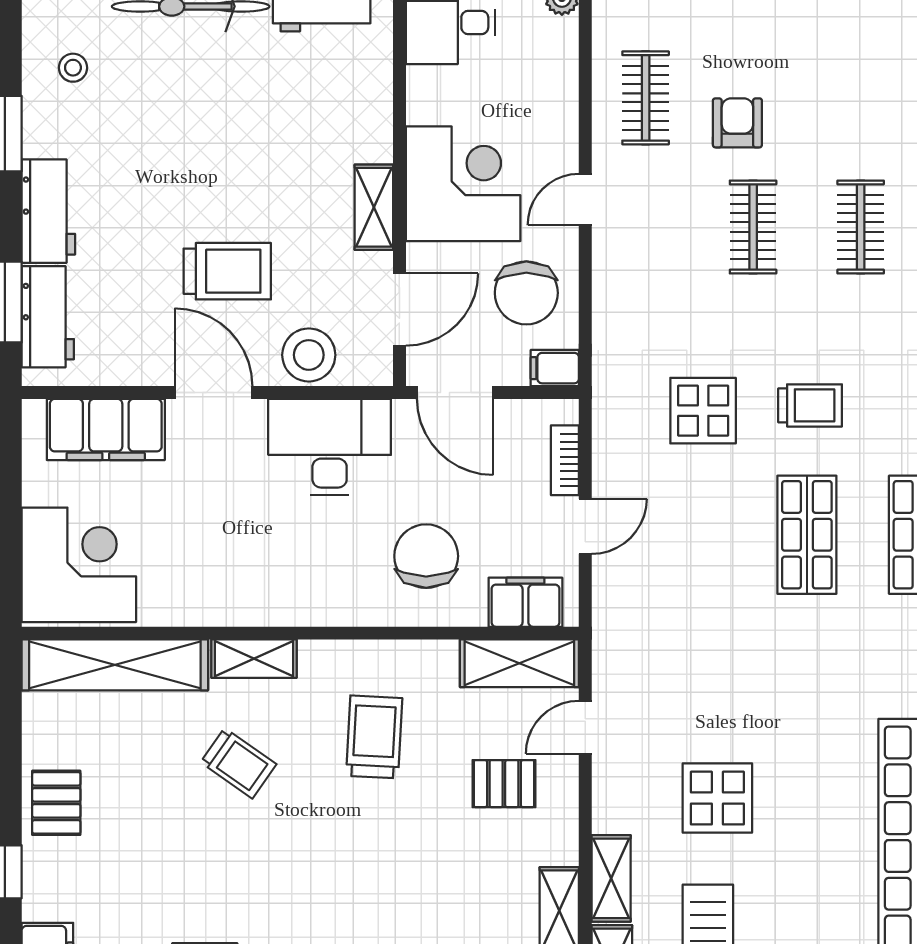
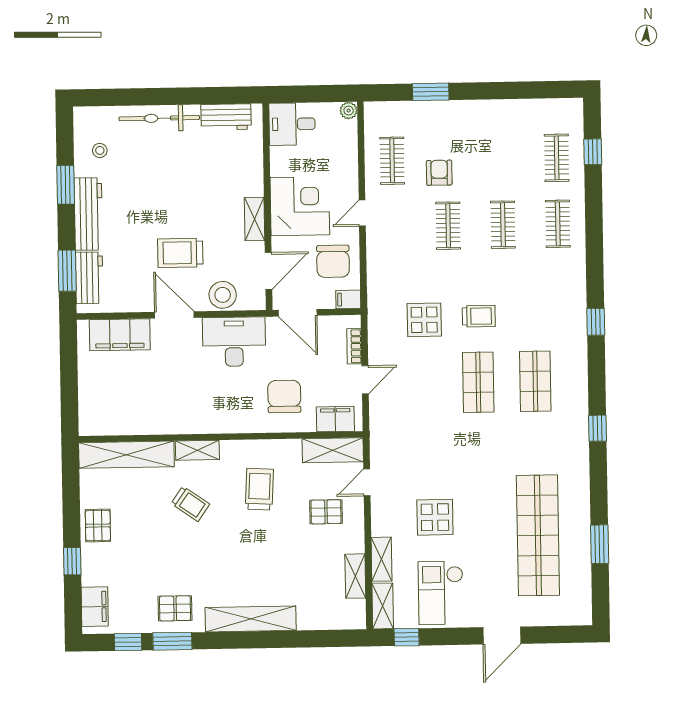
workbench: (48, 211) -> (88, 214), width x1.38
trolley: (227, 271) -> (180, 253), turned 180
corner desk: (79, 565) -> (107, 404), removed

